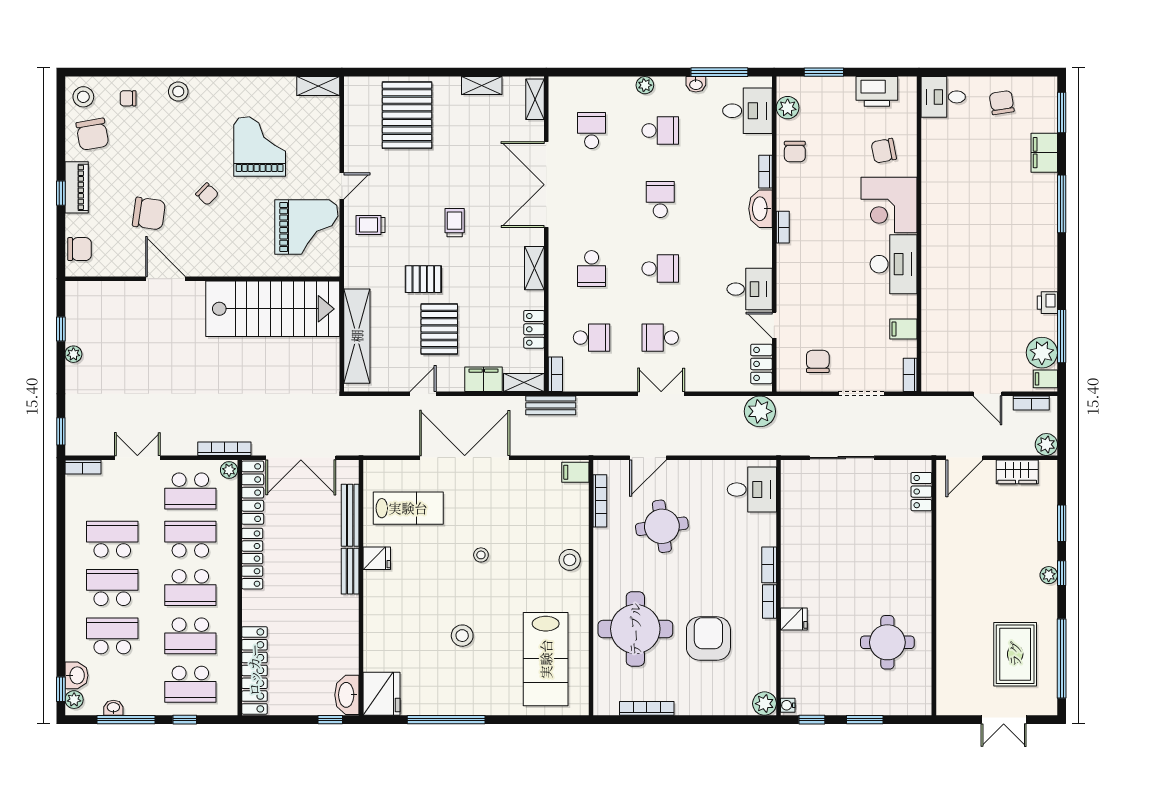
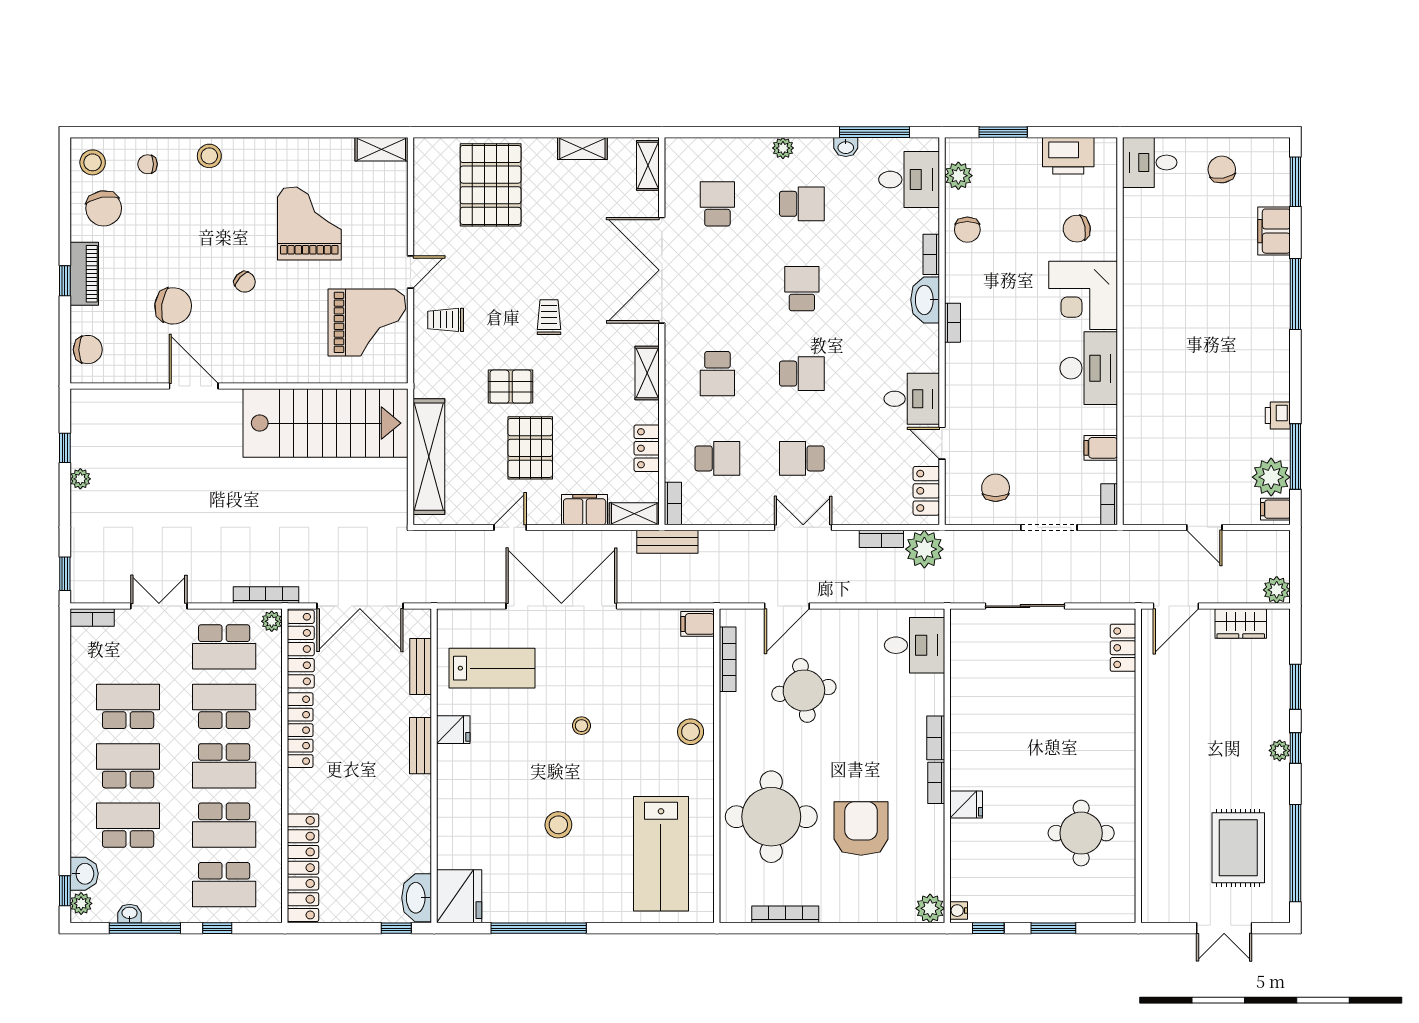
bookcase: (1031, 403) -> (881, 539), moved
bench: (350, 515) -> (421, 667), width x0.73

